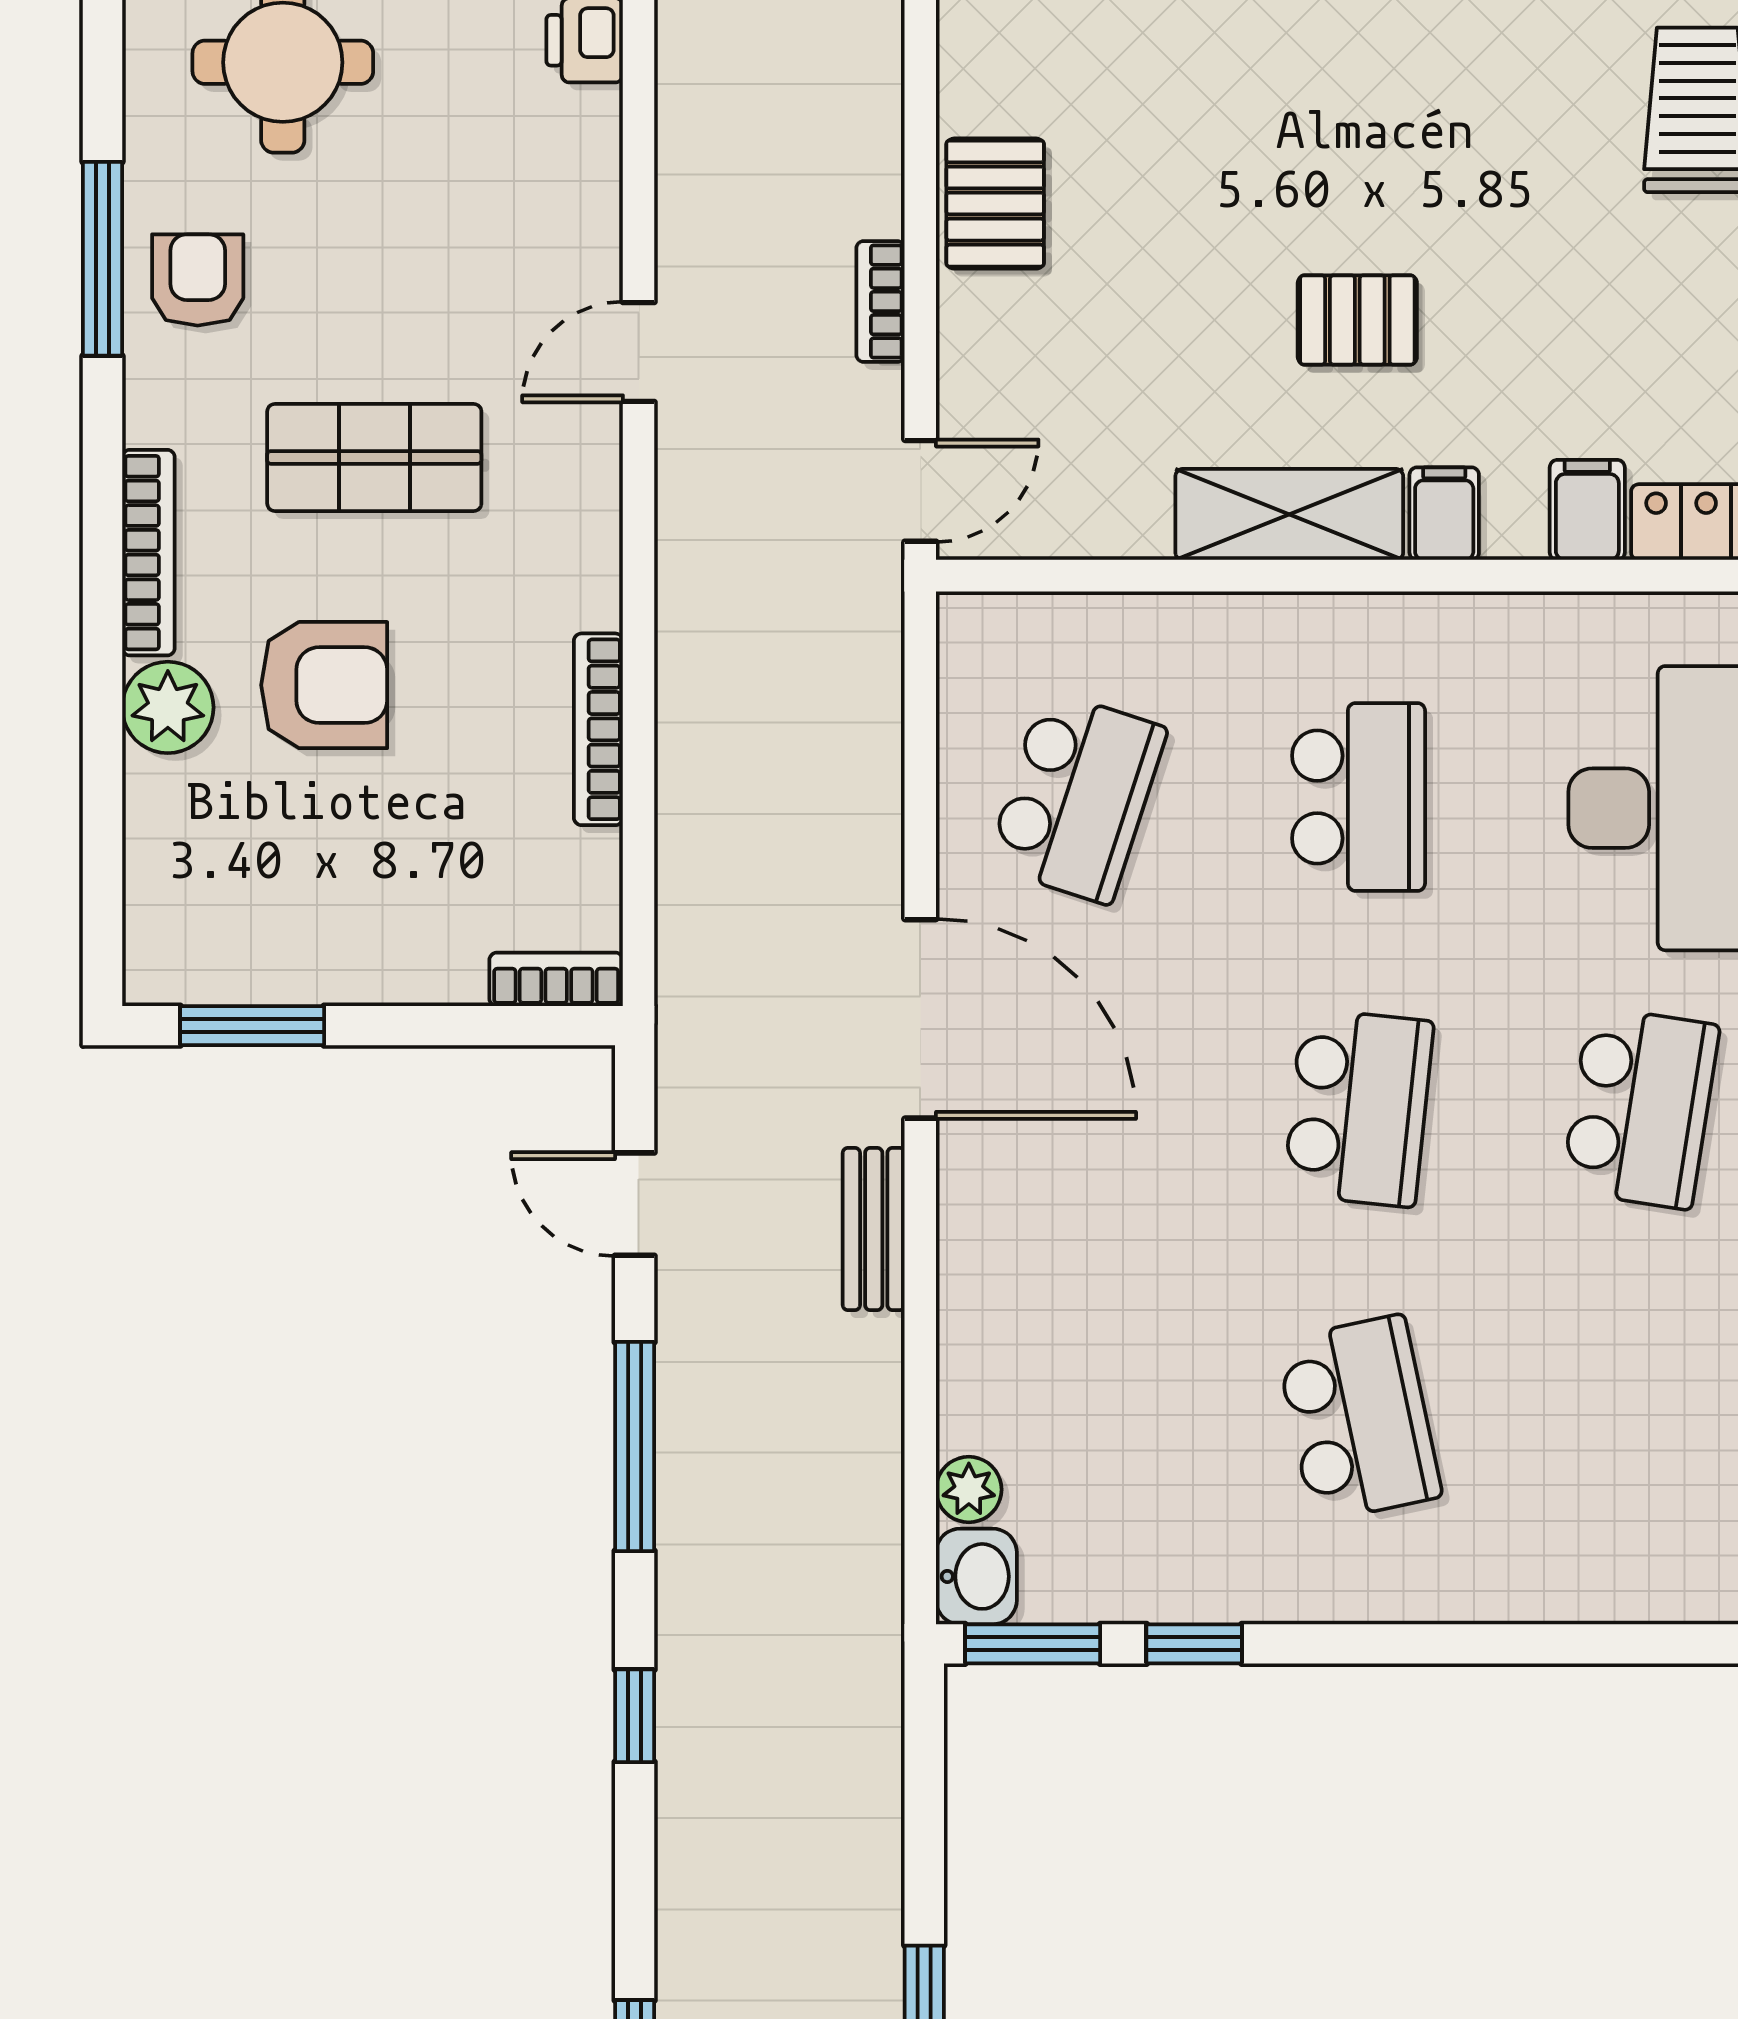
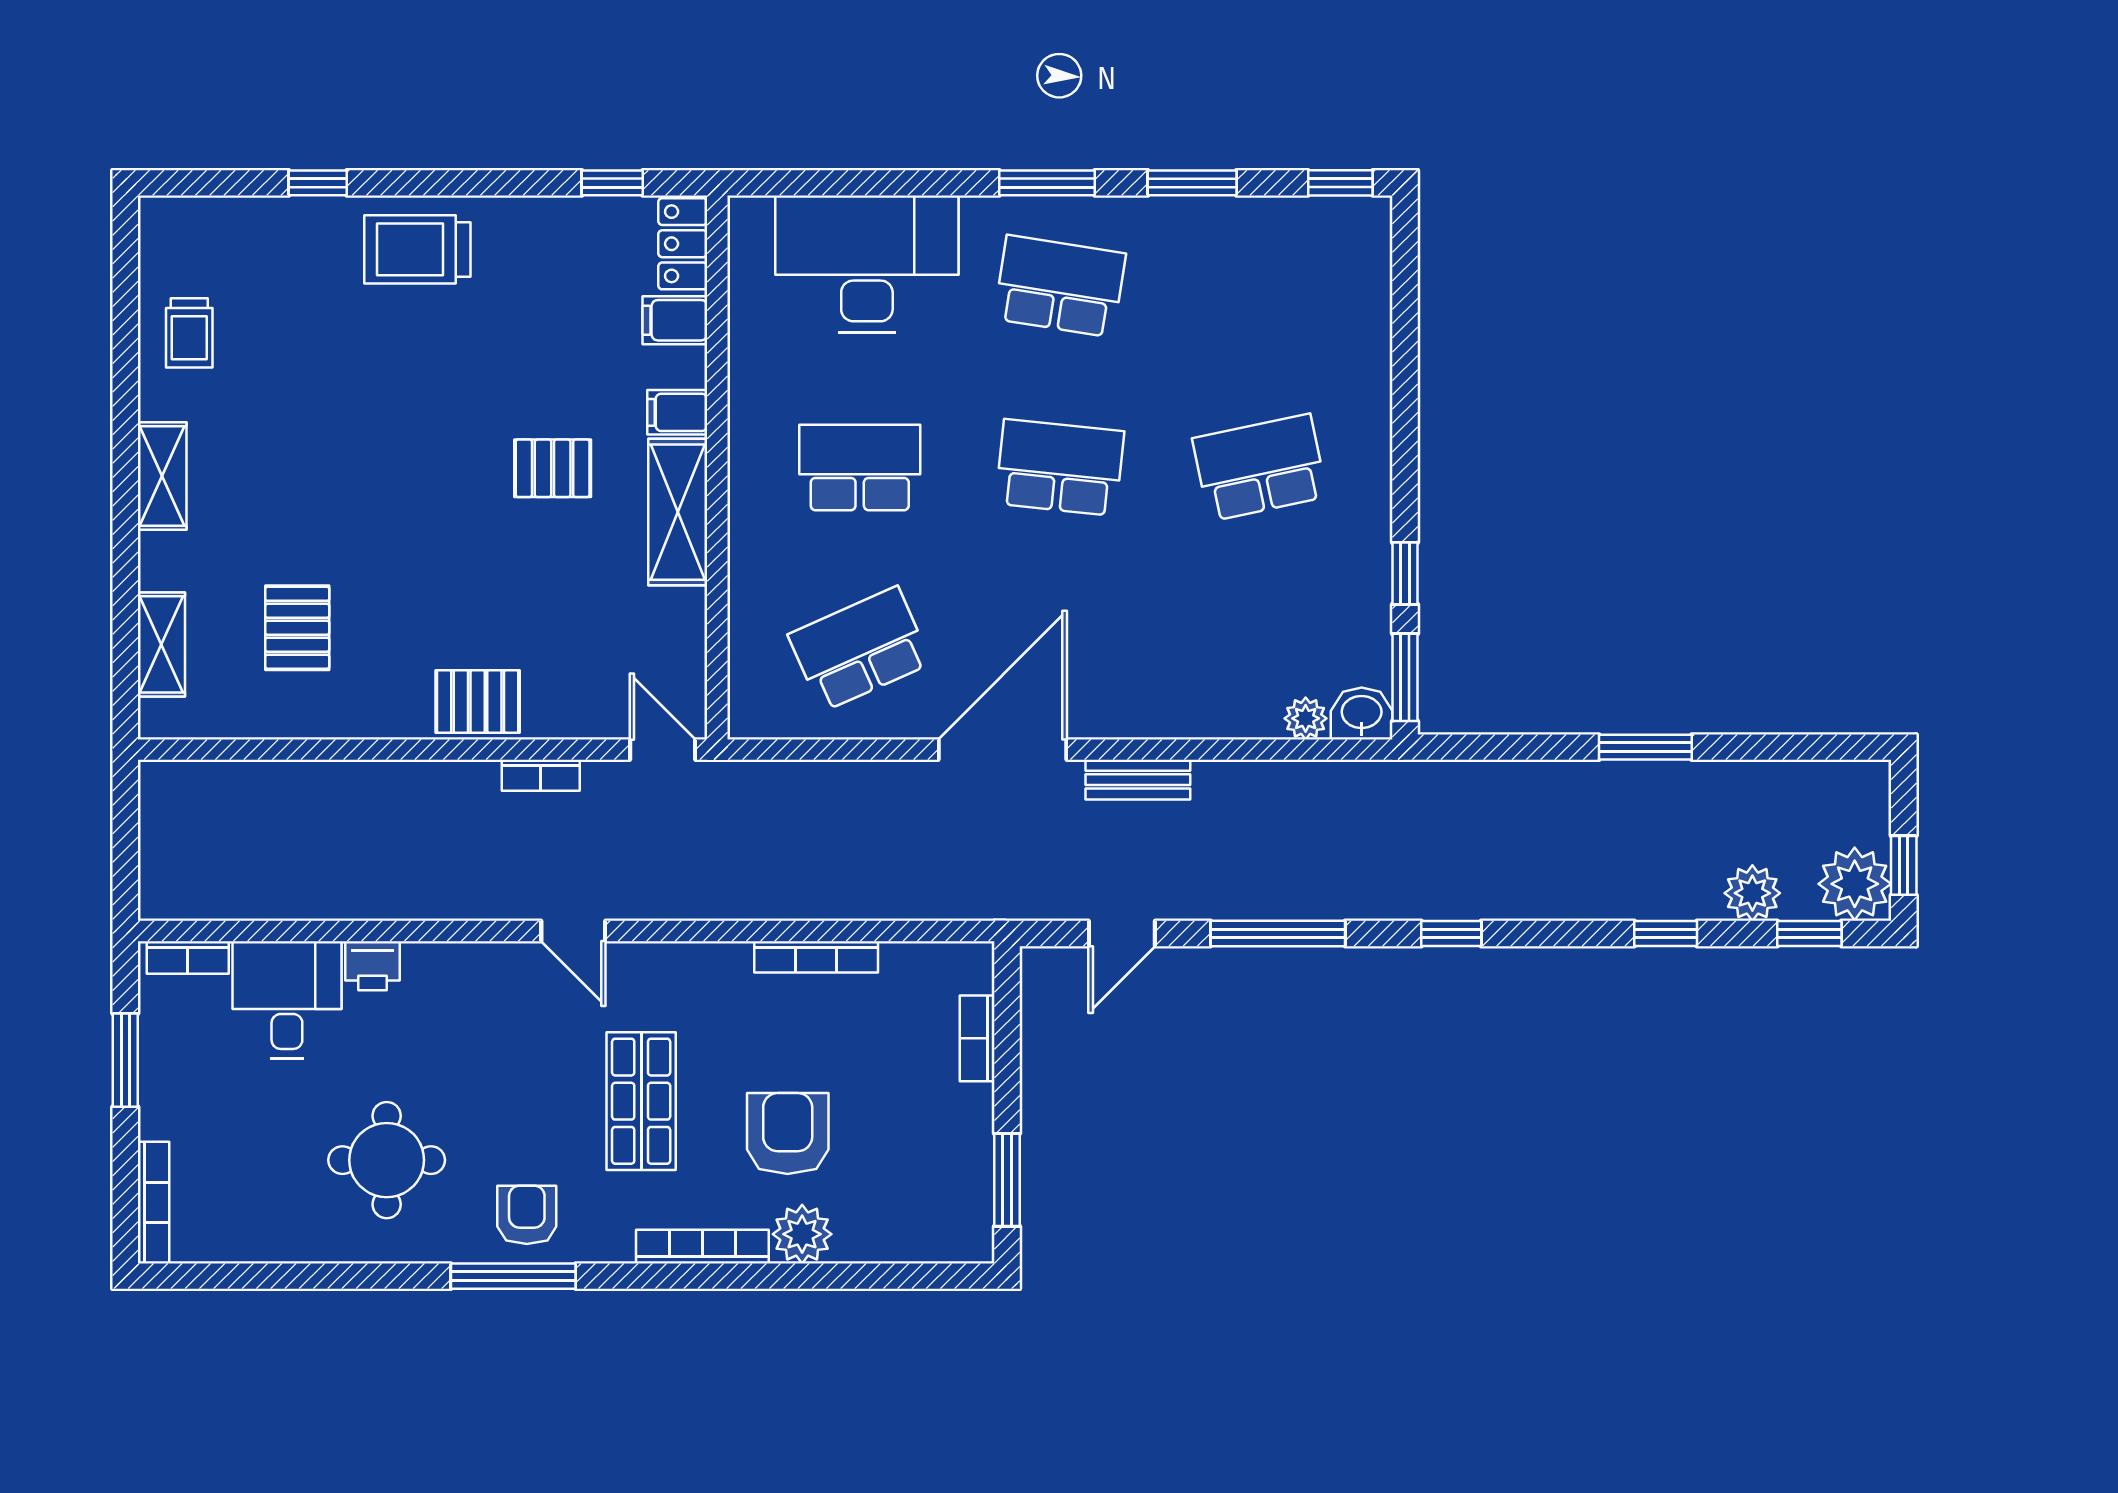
armchair: (198, 280) -> (527, 1215), turned 90
pallet: (1357, 320) -> (553, 468), turned 90
school desk: (1077, 797) -> (860, 649), turned -42
bookcase: (556, 979) -> (977, 1038), moved

